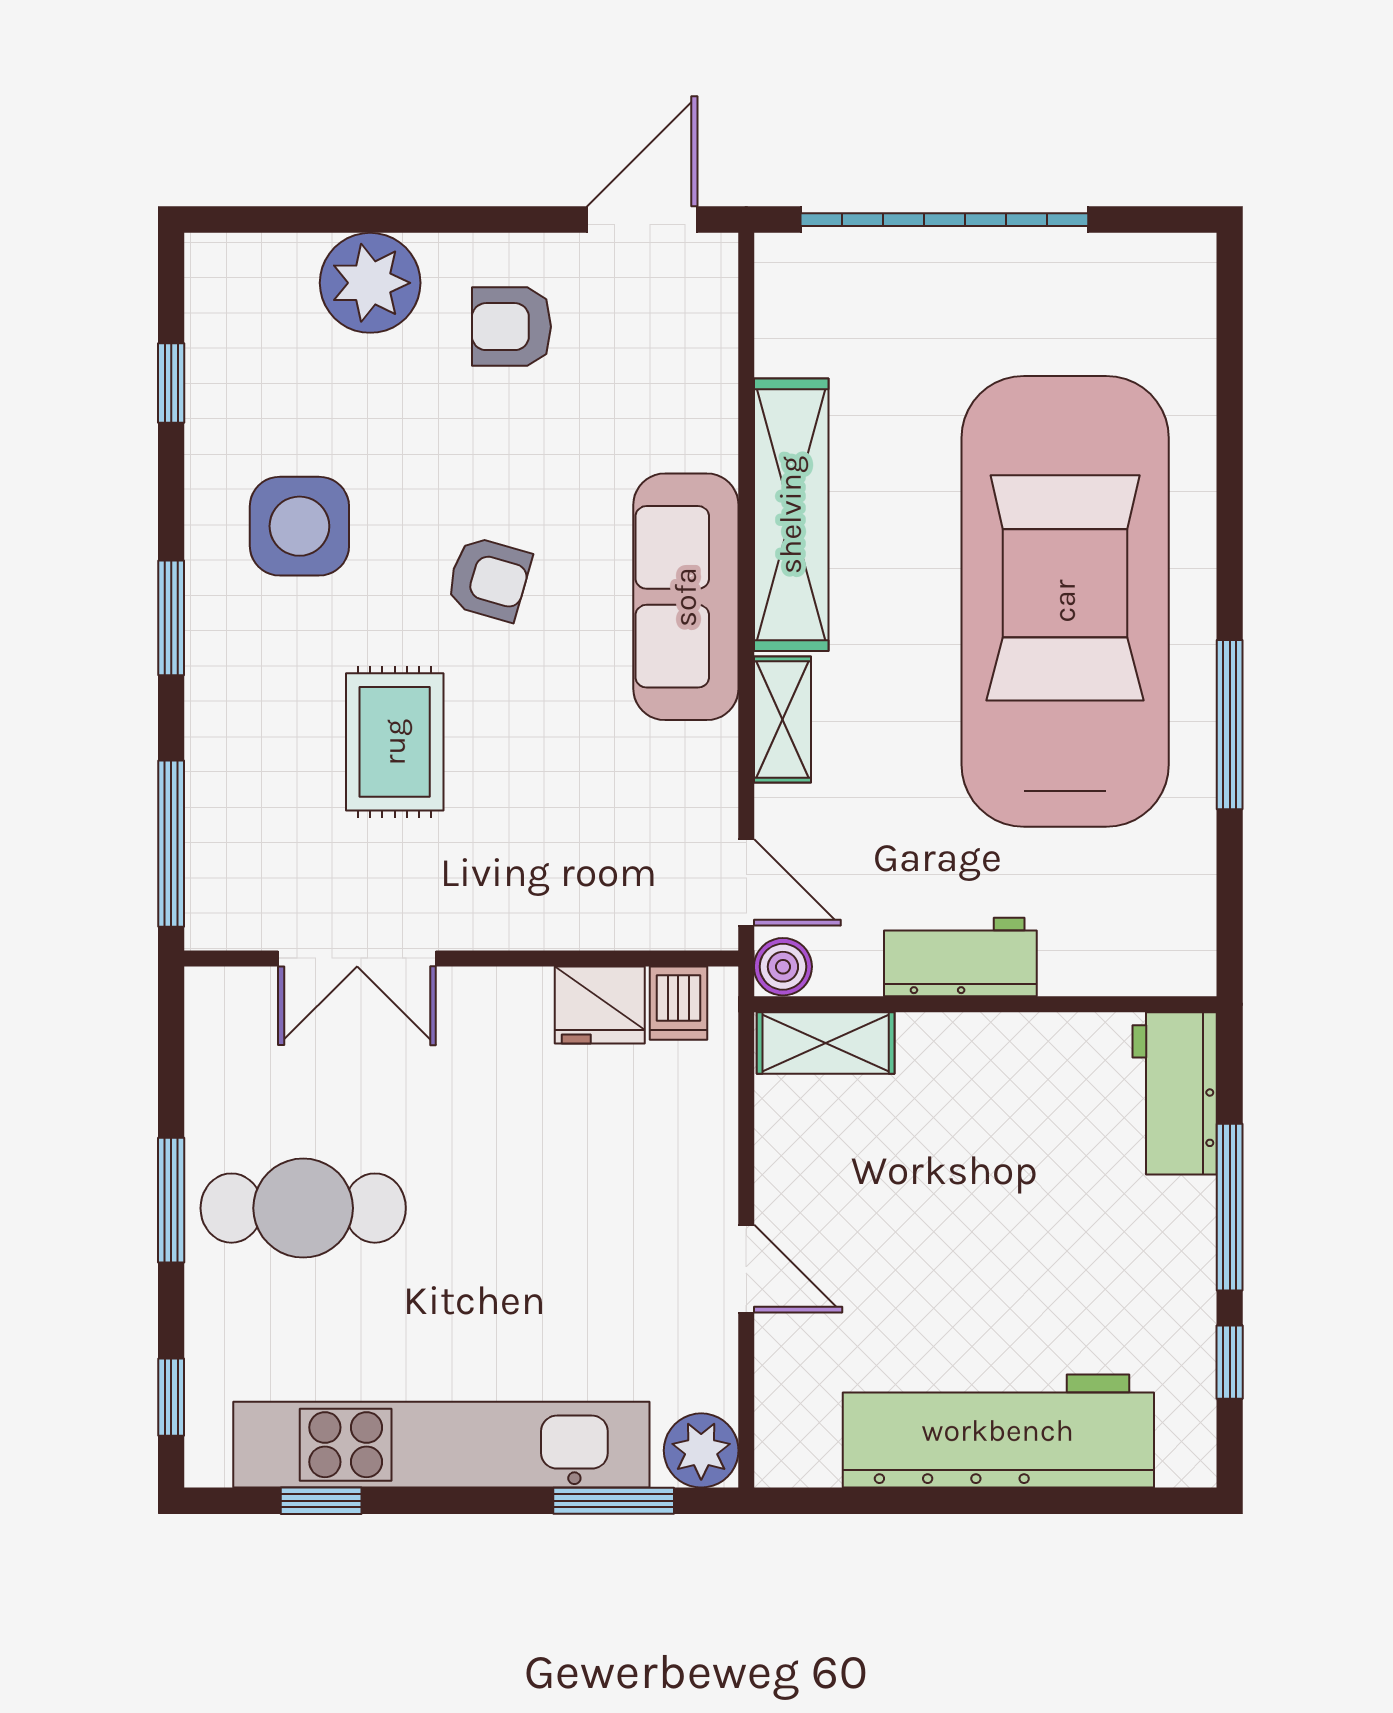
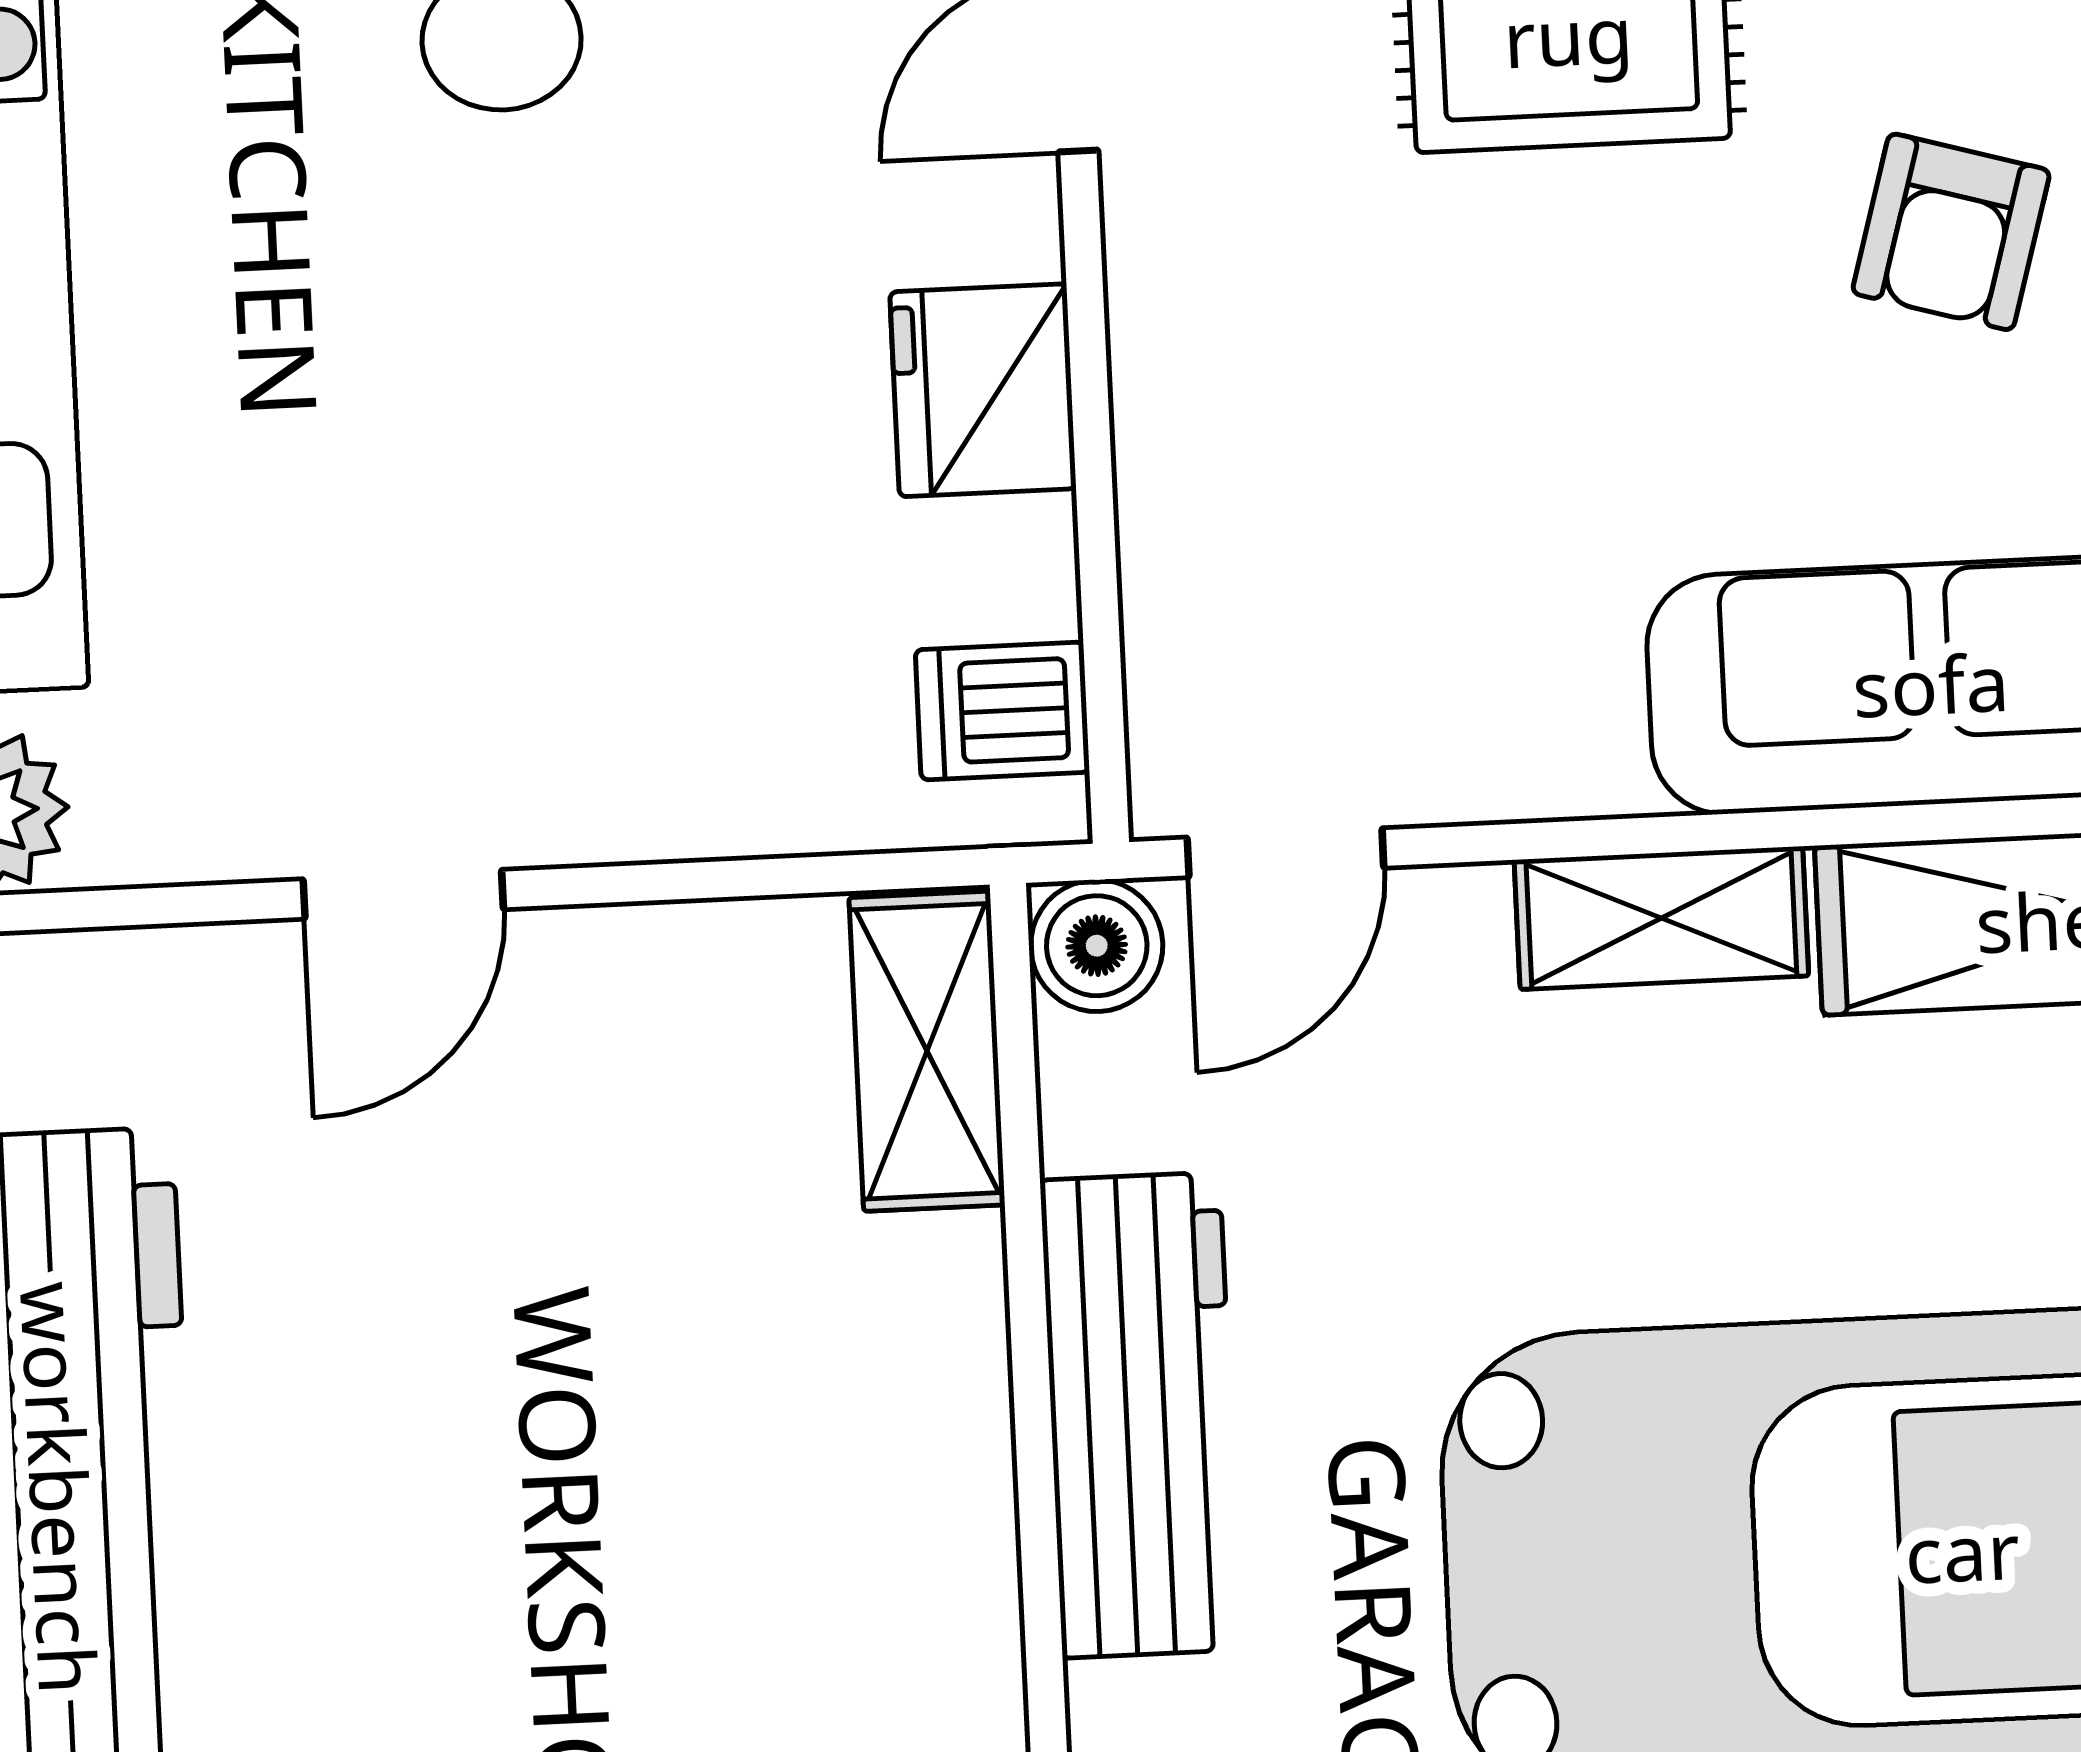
workbench: (960, 957) -> (1141, 1415), width x1.37
fridge: (600, 1005) -> (983, 390), moved

